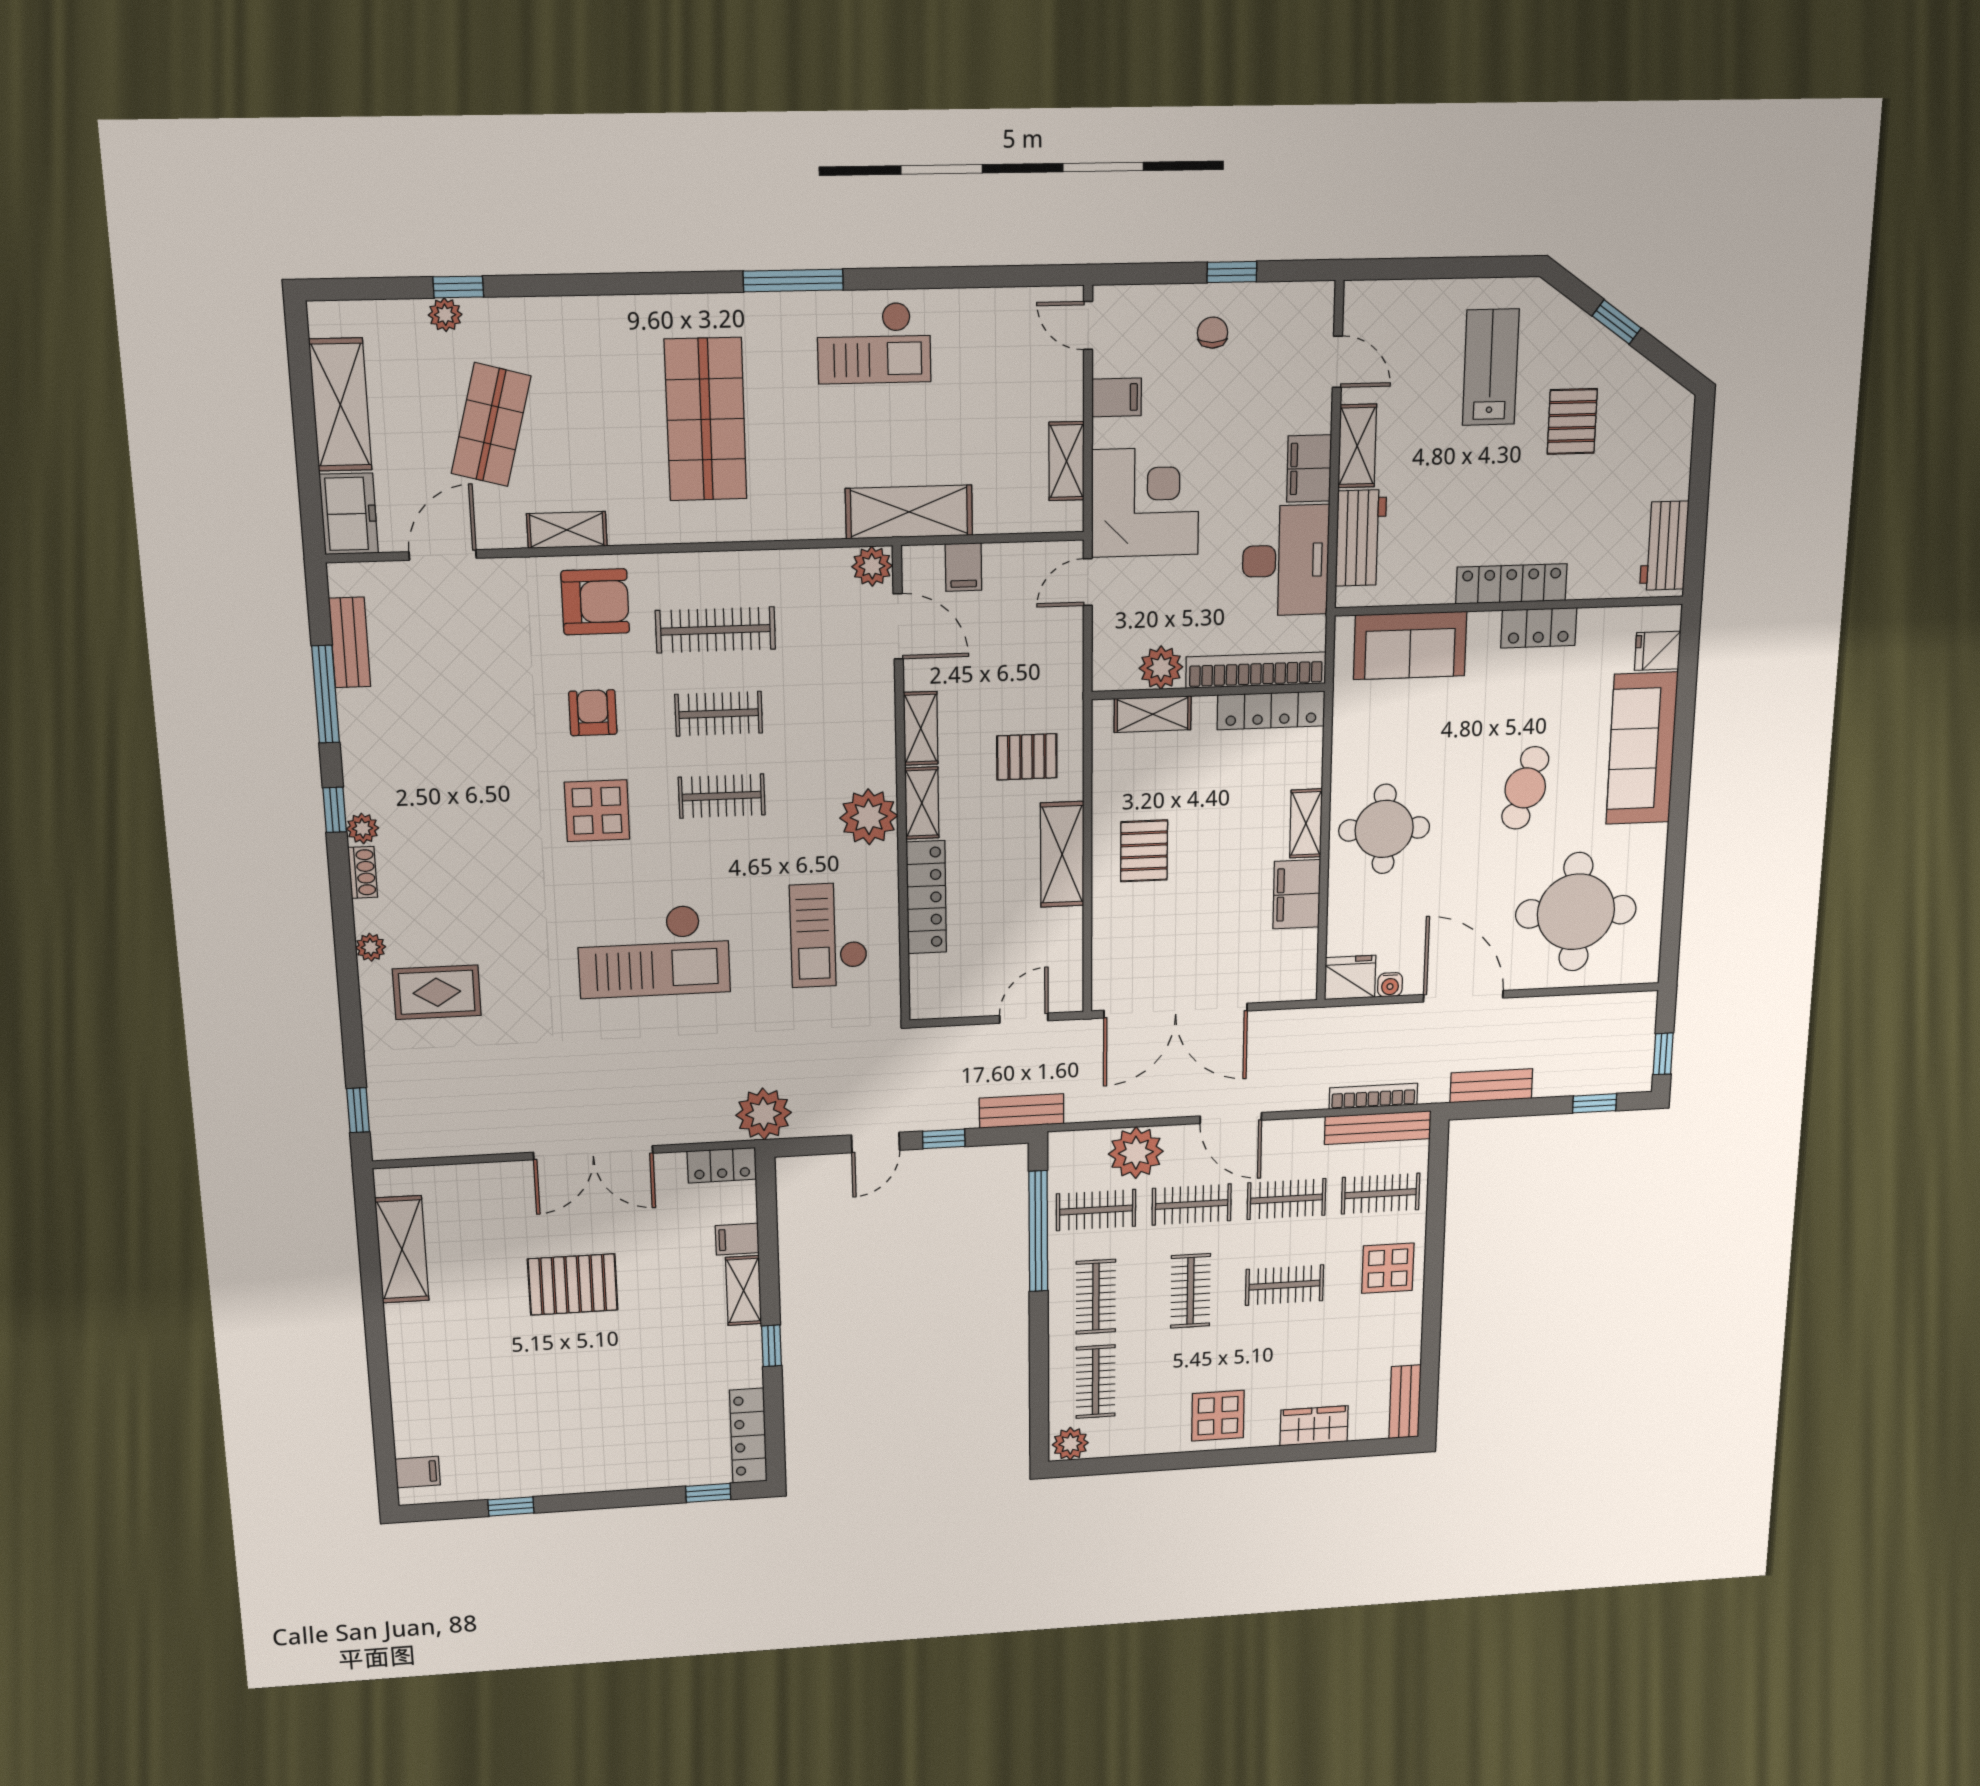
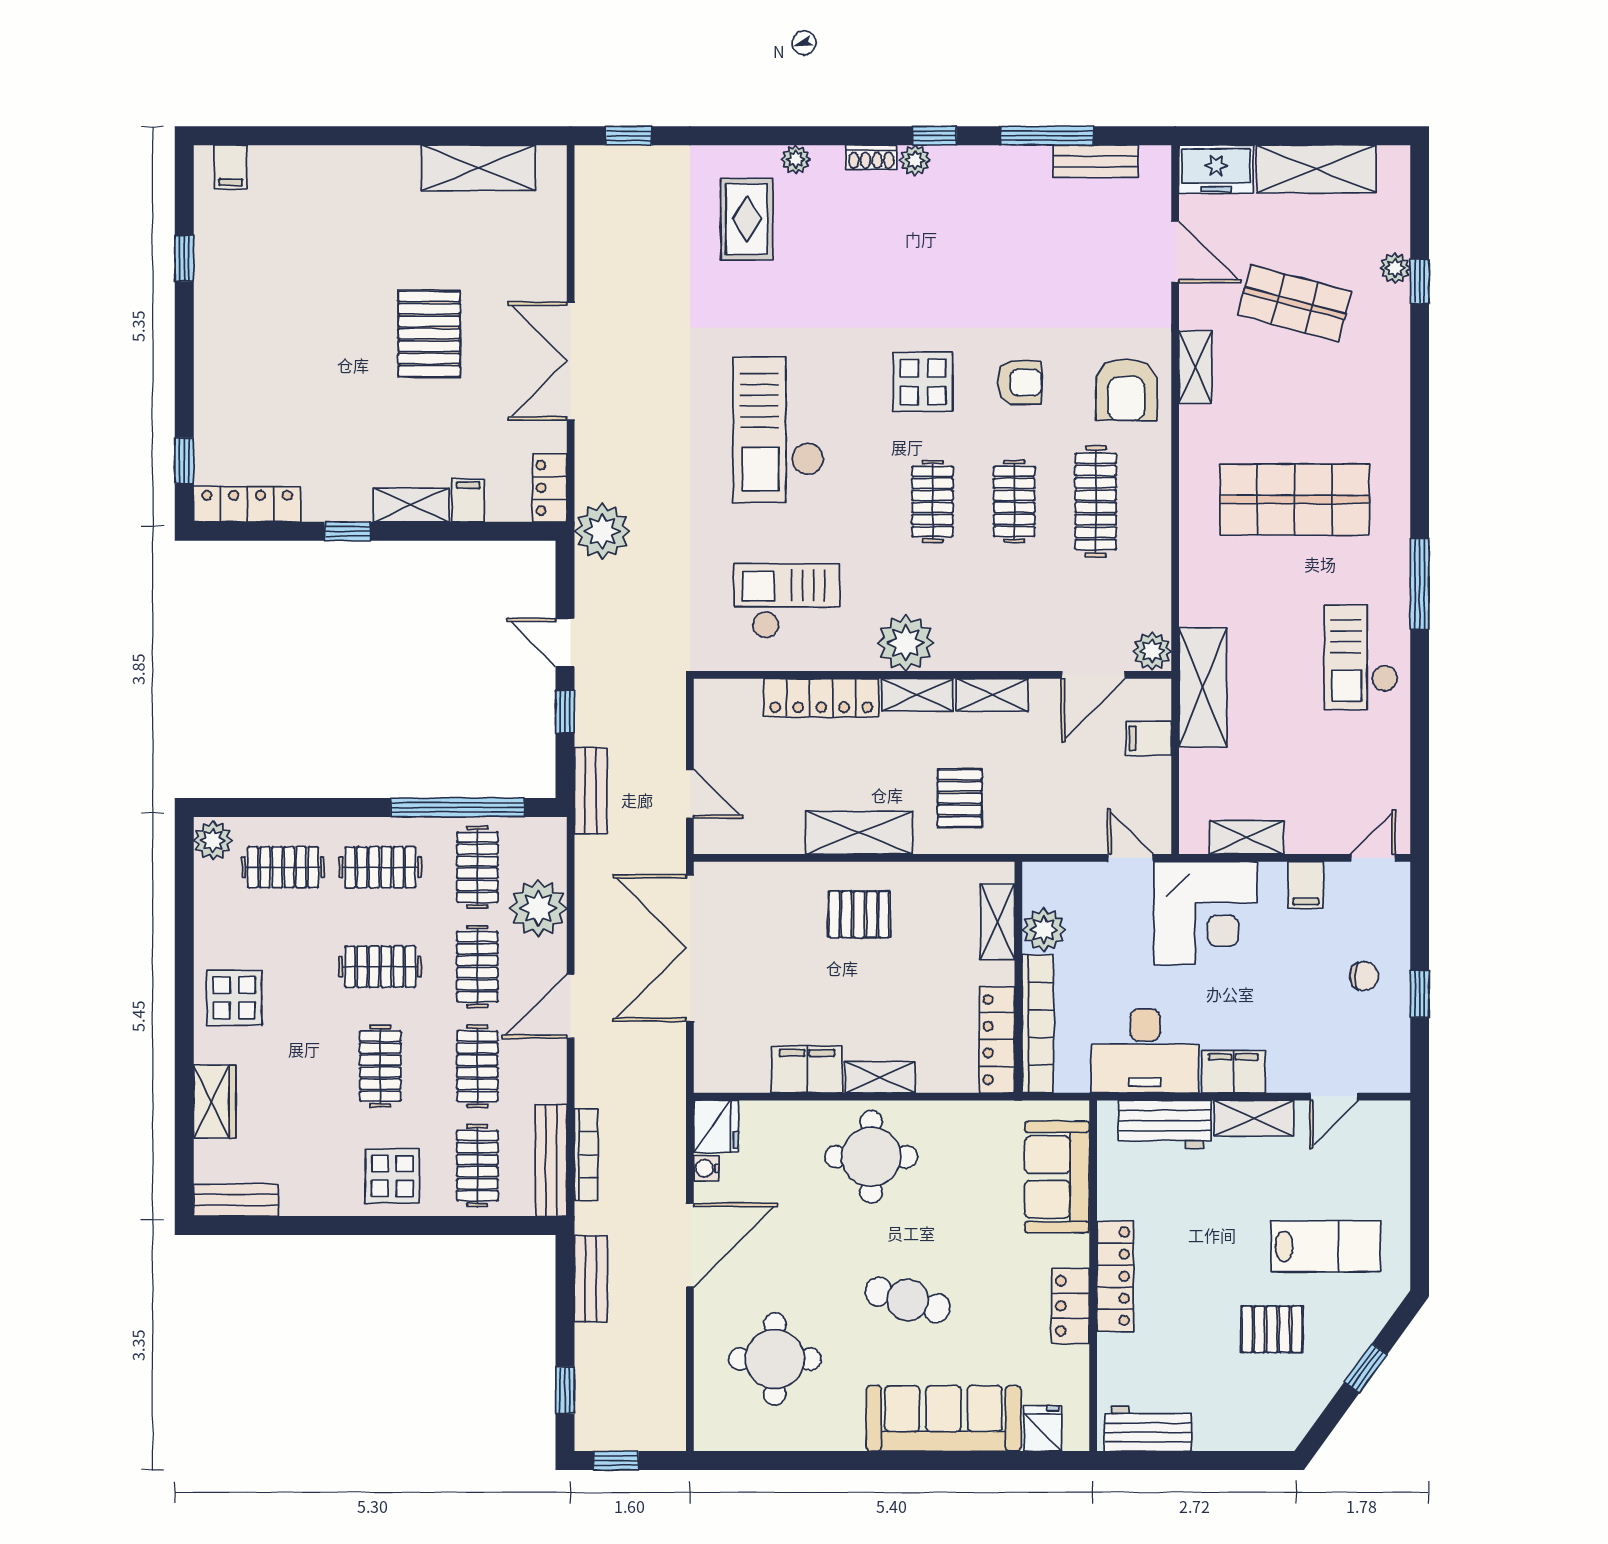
round table: (1576, 912) -> (775, 1359), width x0.73, depth x0.73

